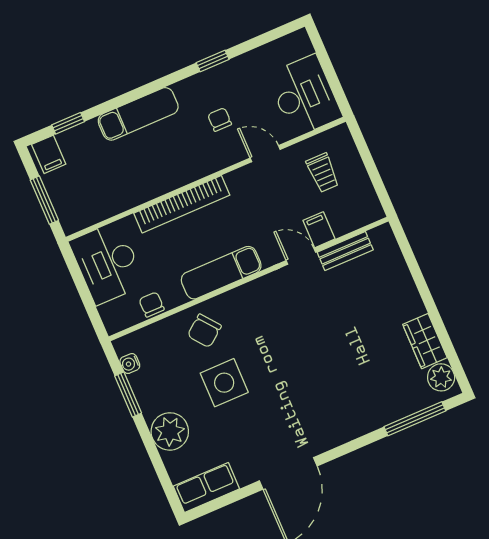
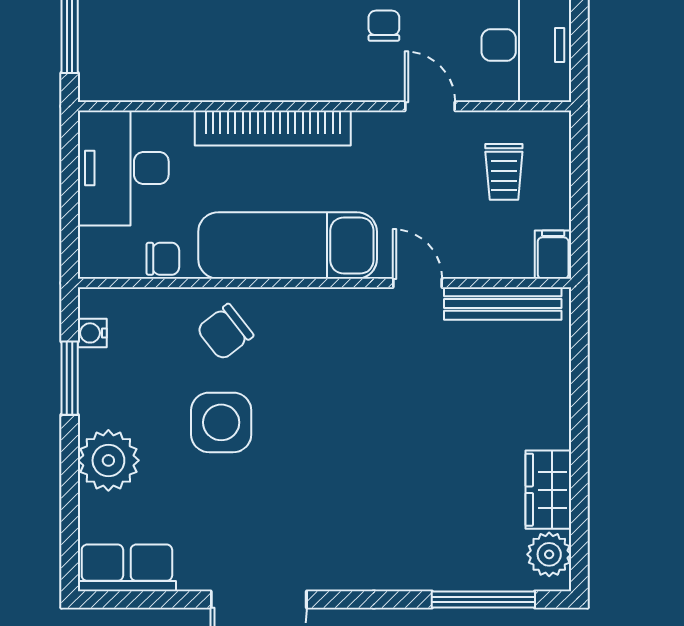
filing cabinet: (319, 230) -> (553, 255), moved
bench: (345, 251) -> (503, 303), width x1.36
exam couch: (221, 273) -> (288, 245), width x1.36, depth x1.45
chair: (152, 305) -> (163, 259), turned 90

